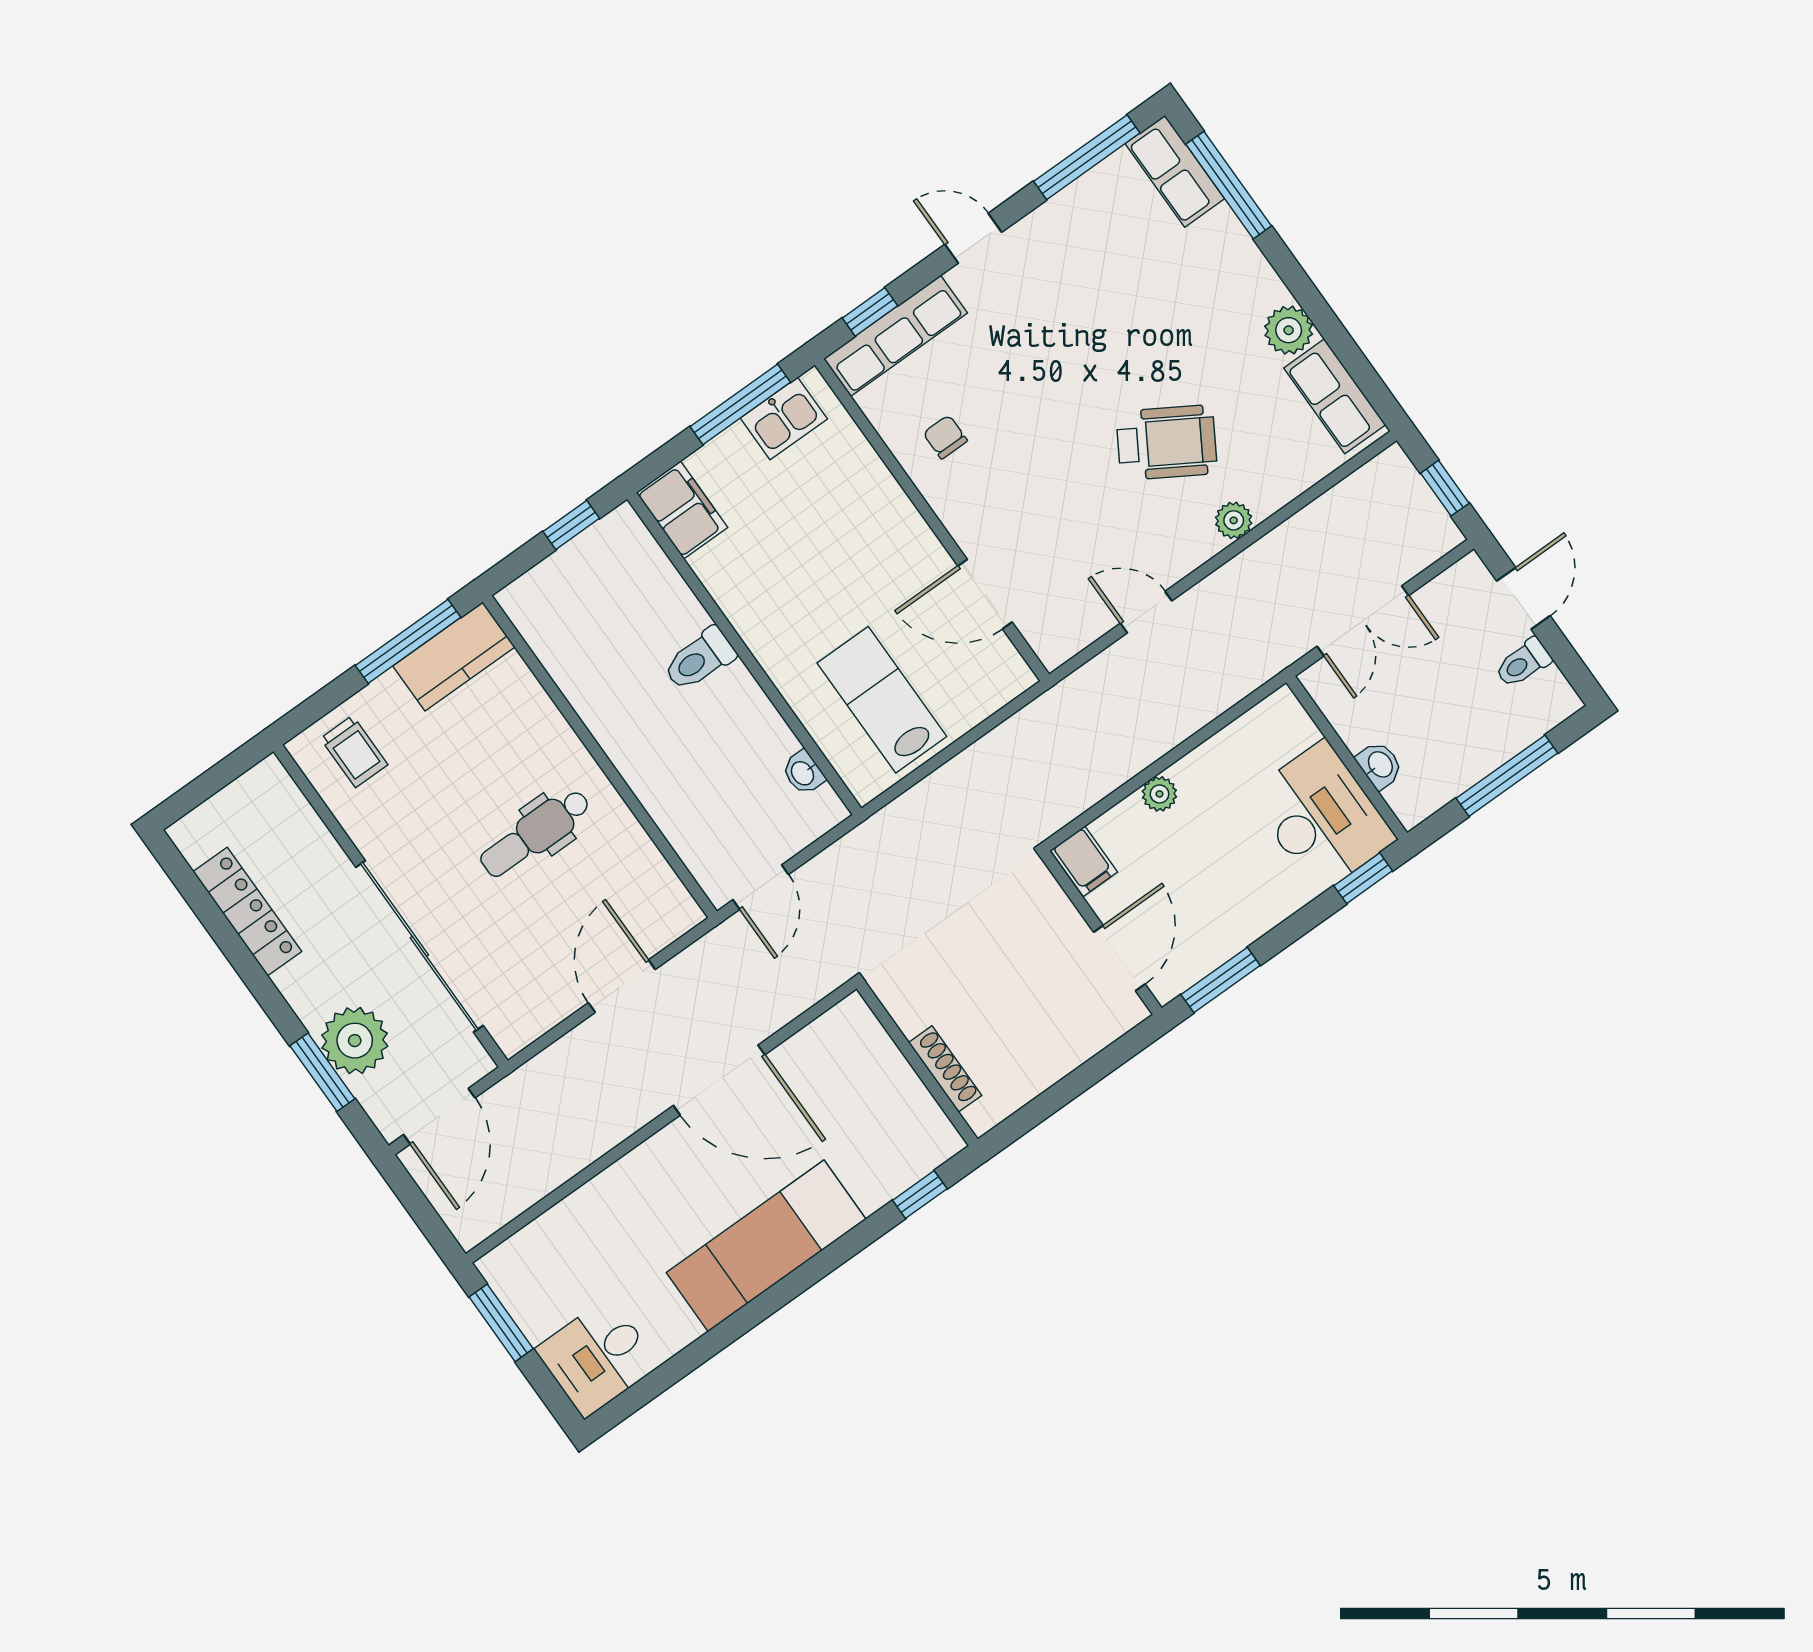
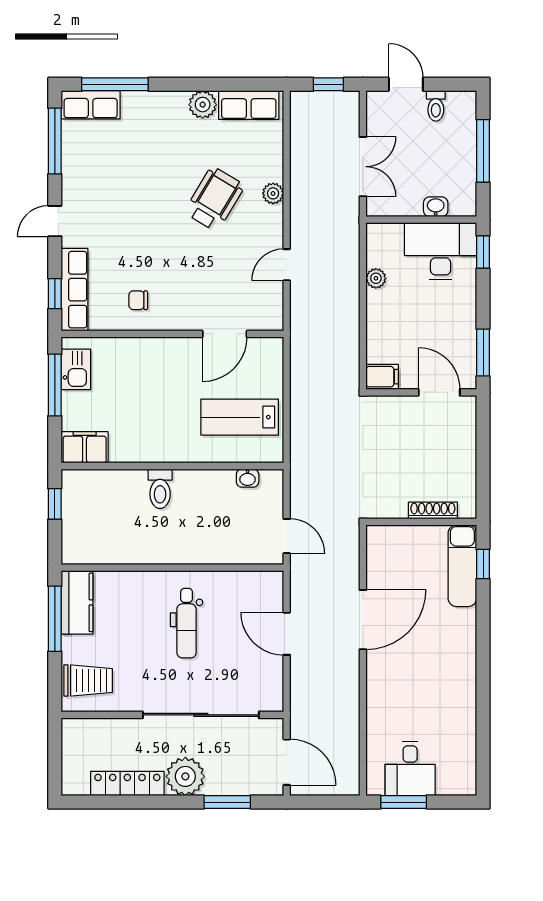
trolley: (354, 751) -> (88, 681), width x1.36, depth x1.39
plant: (1159, 794) -> (376, 278), moved
plant: (355, 1041) -> (185, 776), moved
exam couch: (766, 1246) -> (462, 566), moved, width x0.73, depth x0.69
desk: (597, 1357) -> (410, 769), moved

